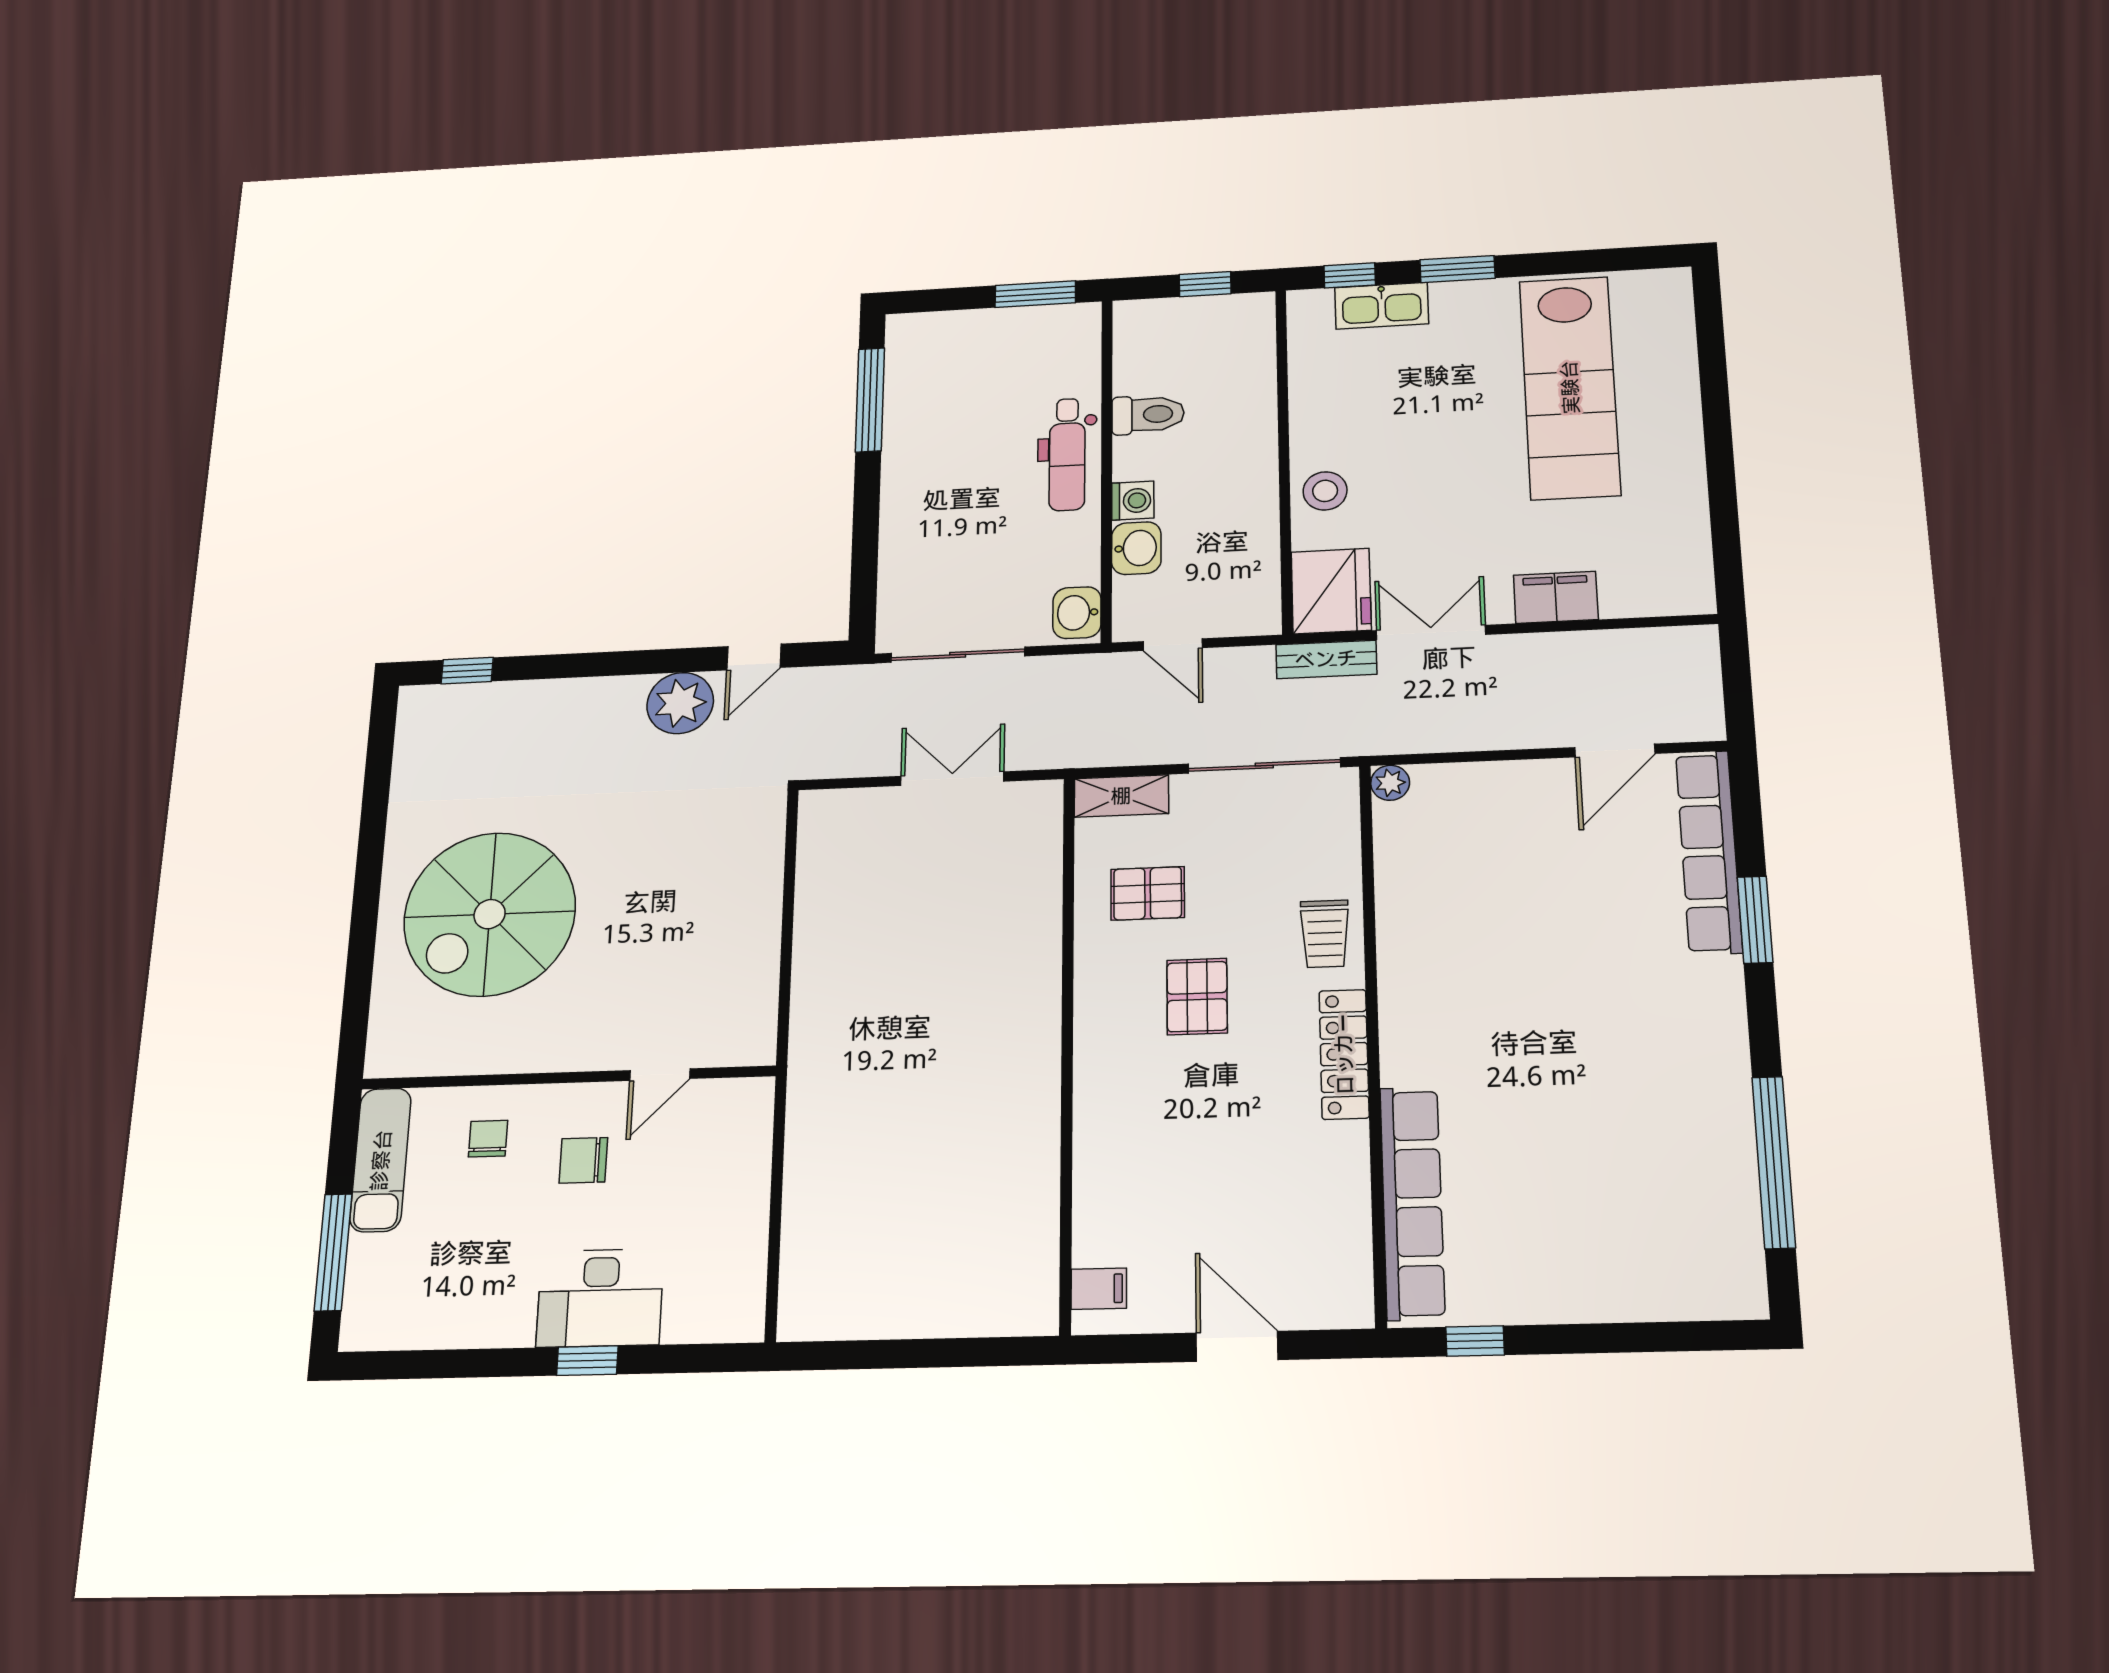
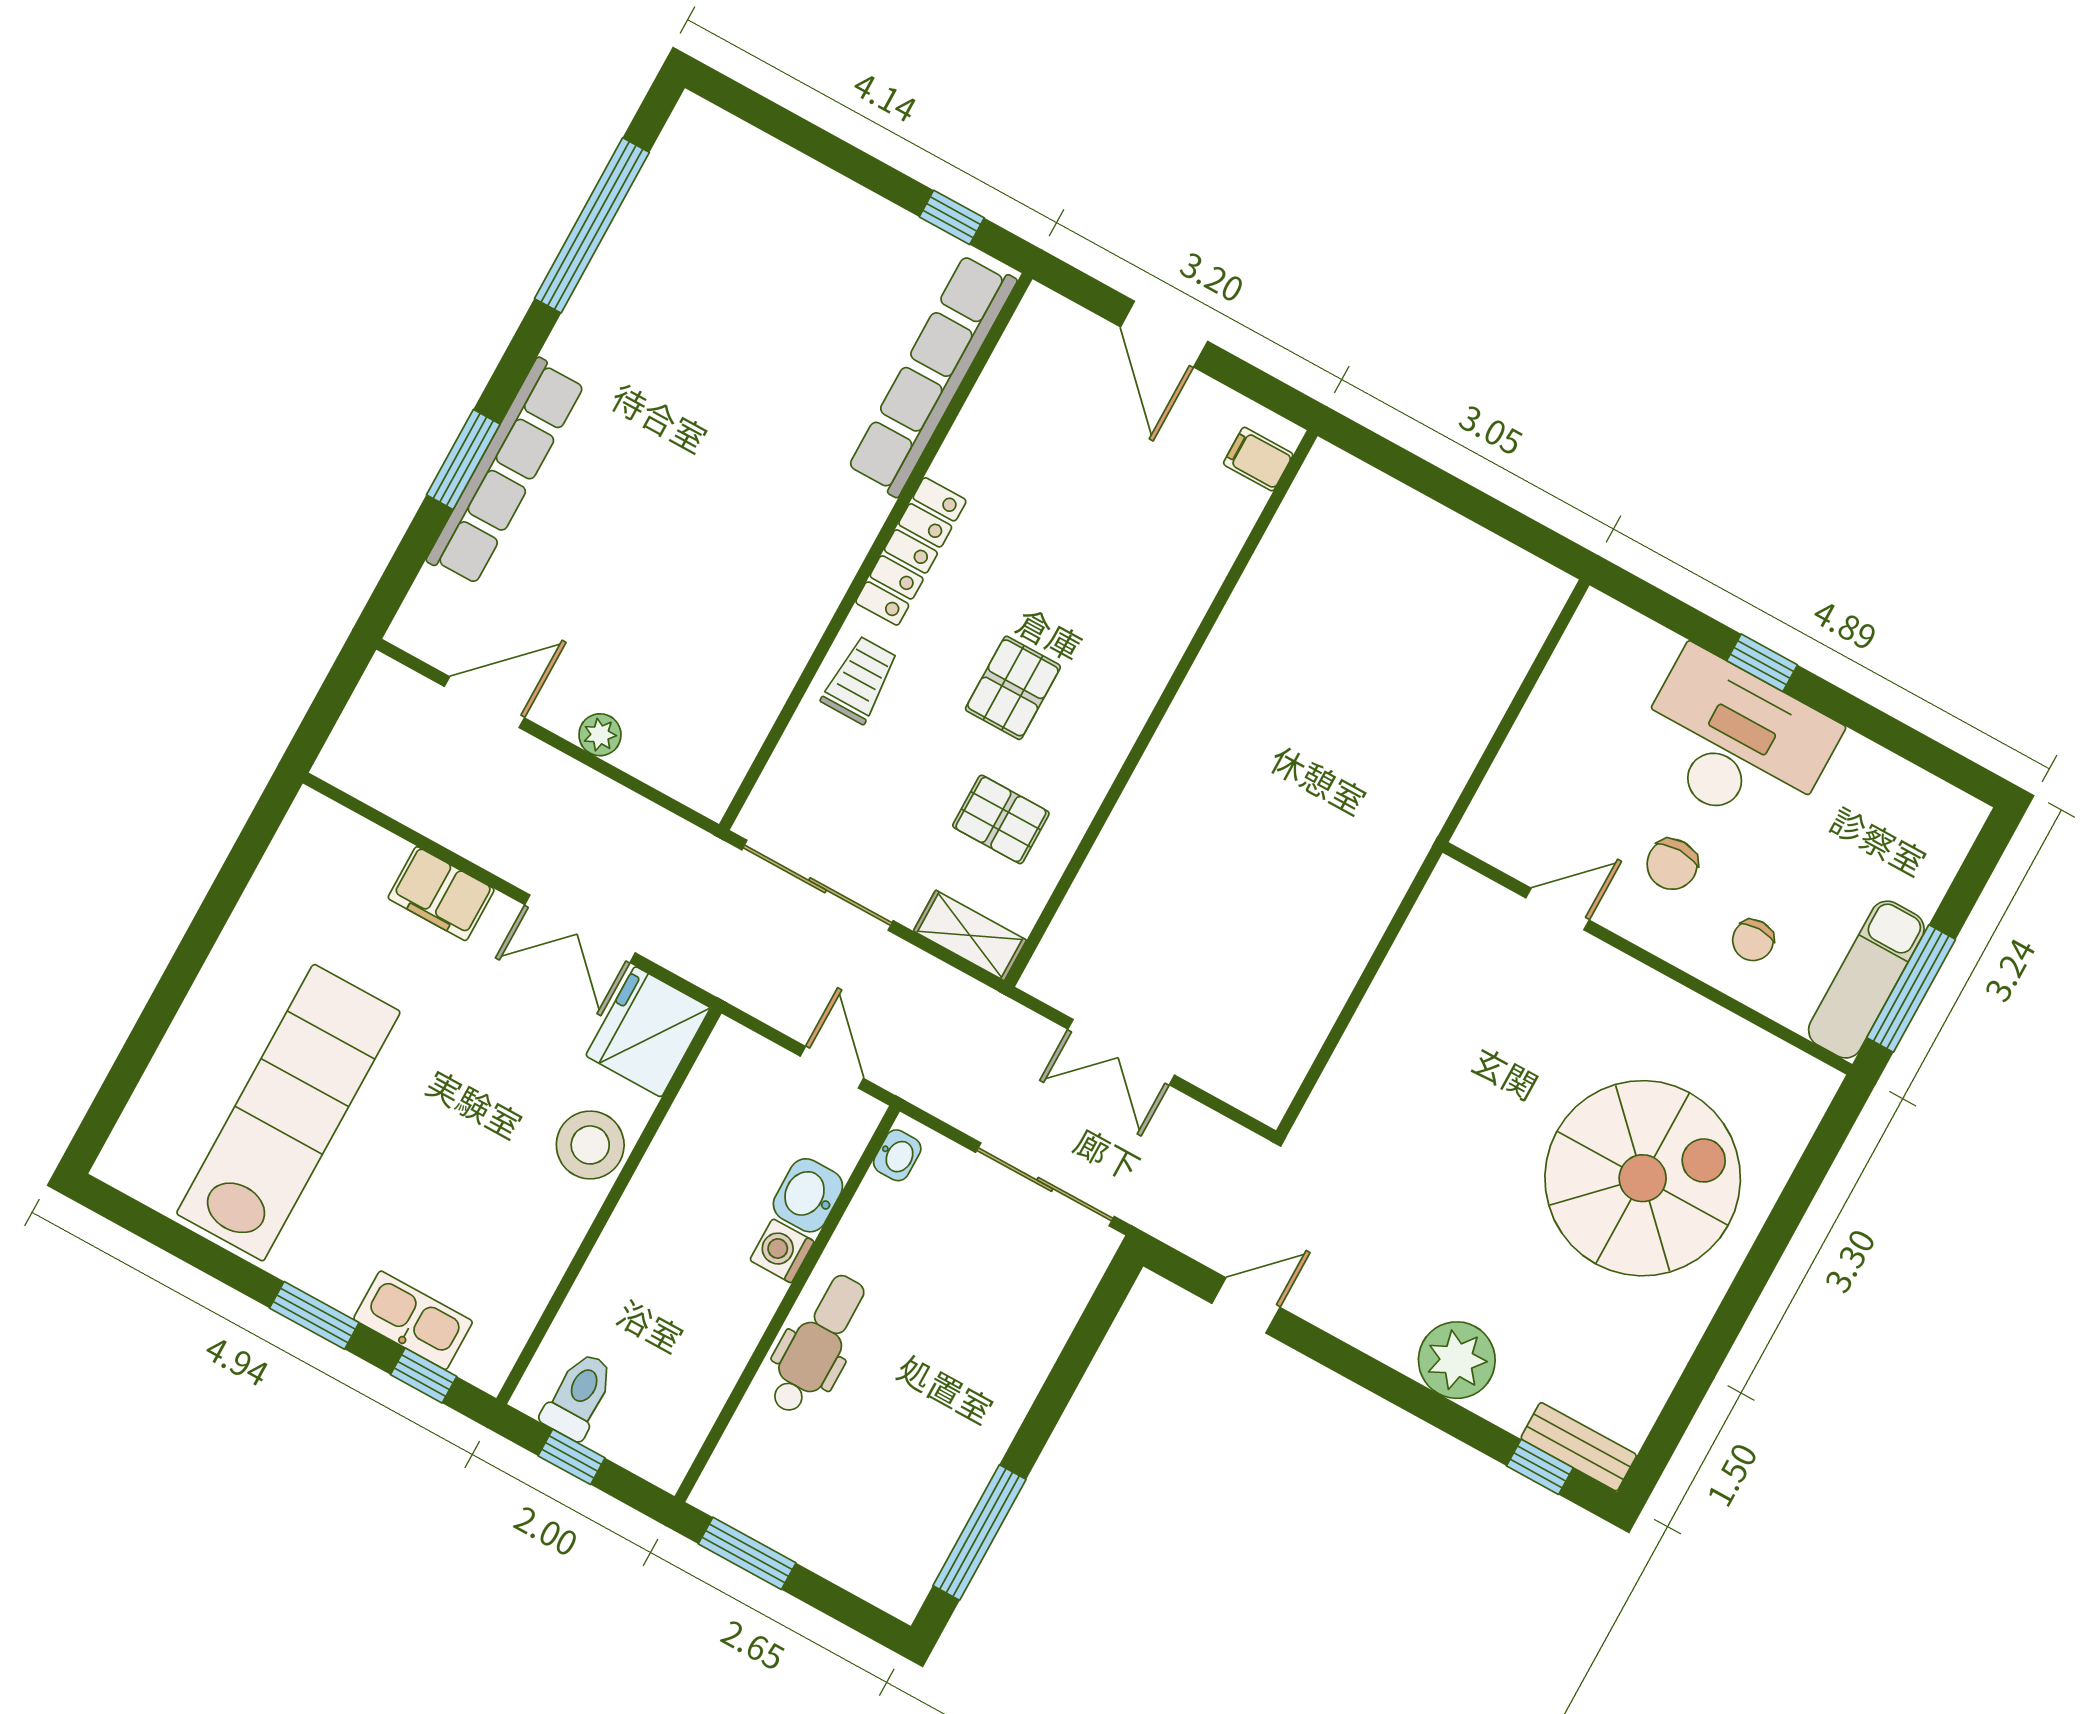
toilet: (1148, 414) -> (579, 1396), moved, turned 90
stool: (1325, 491) -> (590, 1145), width x1.38, depth x1.38
washbasin: (1077, 613) -> (897, 1155), width x0.72, depth x0.69
bench: (1326, 659) -> (1579, 1447), moved
plant: (680, 703) -> (1457, 1360), moved
plant: (1390, 783) -> (600, 735), moved
row of seats: (1709, 852) -> (506, 472), moved
chair: (583, 1160) -> (1672, 864), turned 90
window: (333, 1252) -> (1911, 989), moved
desk: (600, 1298) -> (1735, 743), width x1.36, depth x1.30

